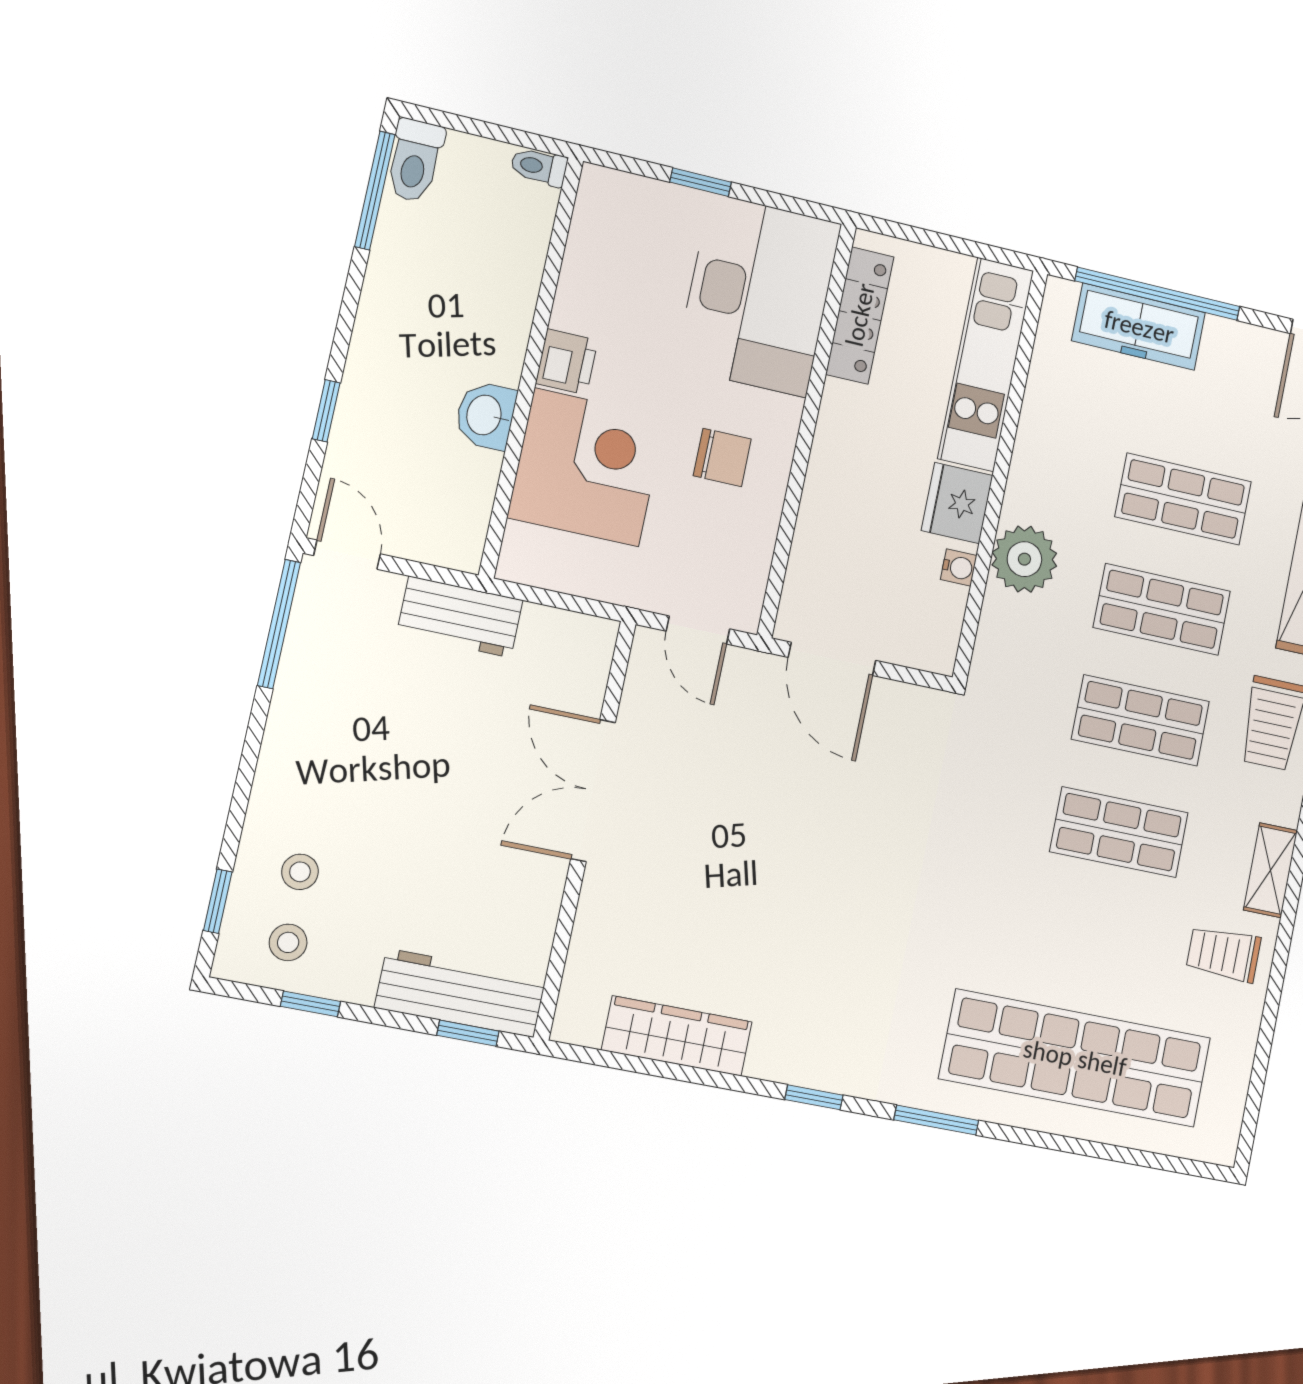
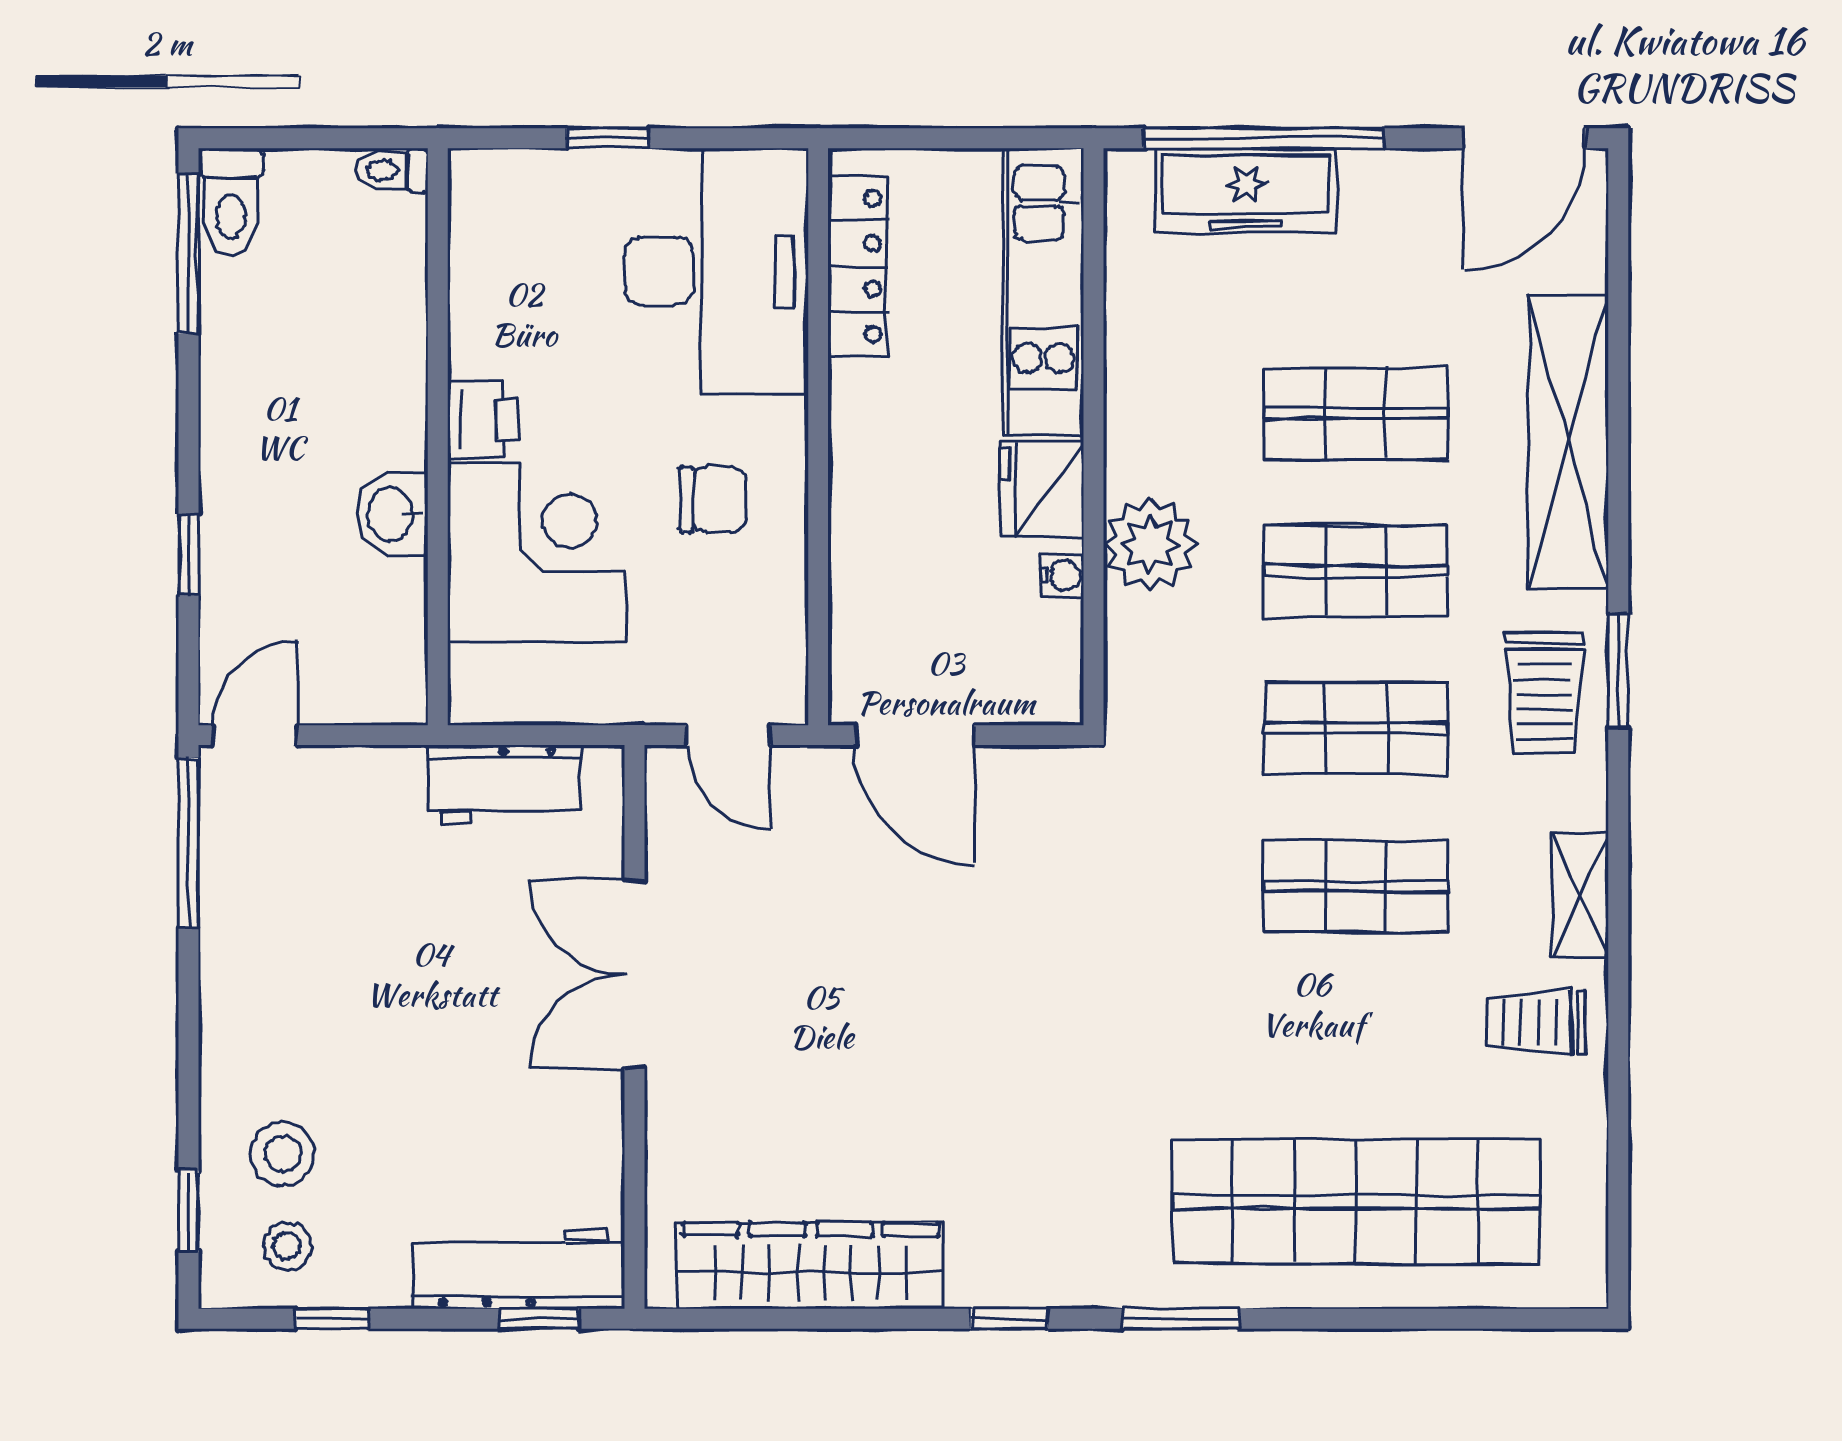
door: (347, 555) -> (255, 735), hinge flipped
workbench: (460, 617) -> (504, 784), moved
stool: (300, 872) -> (283, 1154), width x1.37, depth x1.37
wardrobe: (677, 1036) -> (811, 1266), width x1.40, depth x1.17

